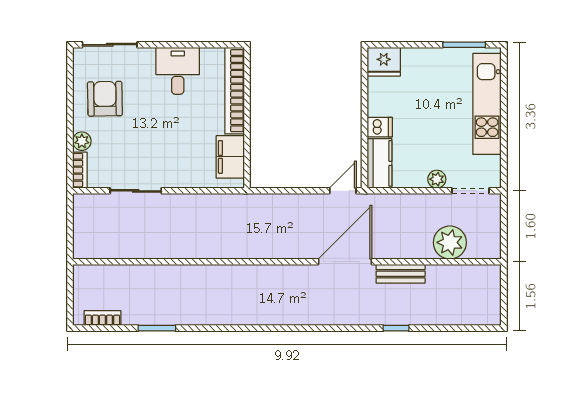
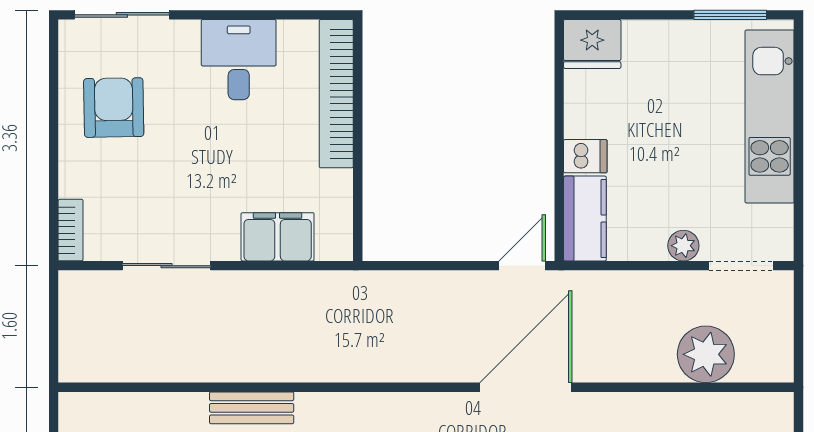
plant: (82, 141) -> (74, 180), removed
filing cabinet: (230, 157) -> (278, 237), moved, turned 90
bench: (401, 274) -> (252, 408), moved

